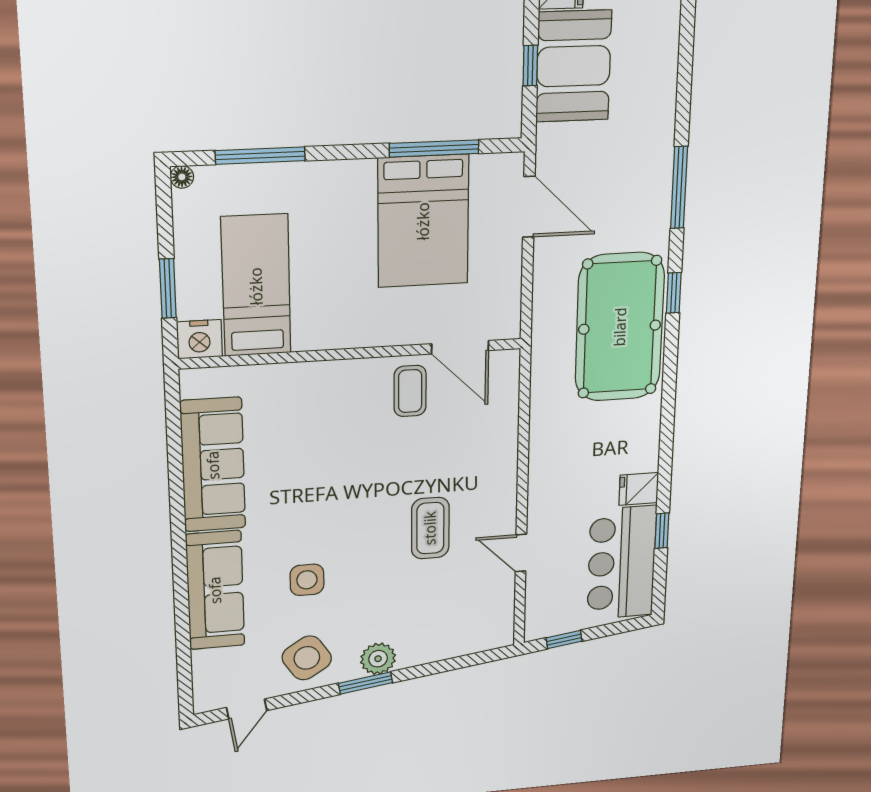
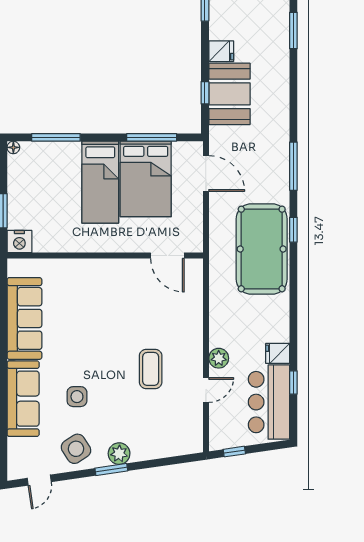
bed: (256, 286) -> (100, 182), moved, turned 180
coffee table: (410, 391) -> (138, 281), removed
plant: (543, 503) -> (219, 358), added
door: (521, 553) -> (206, 390), swing flipped

